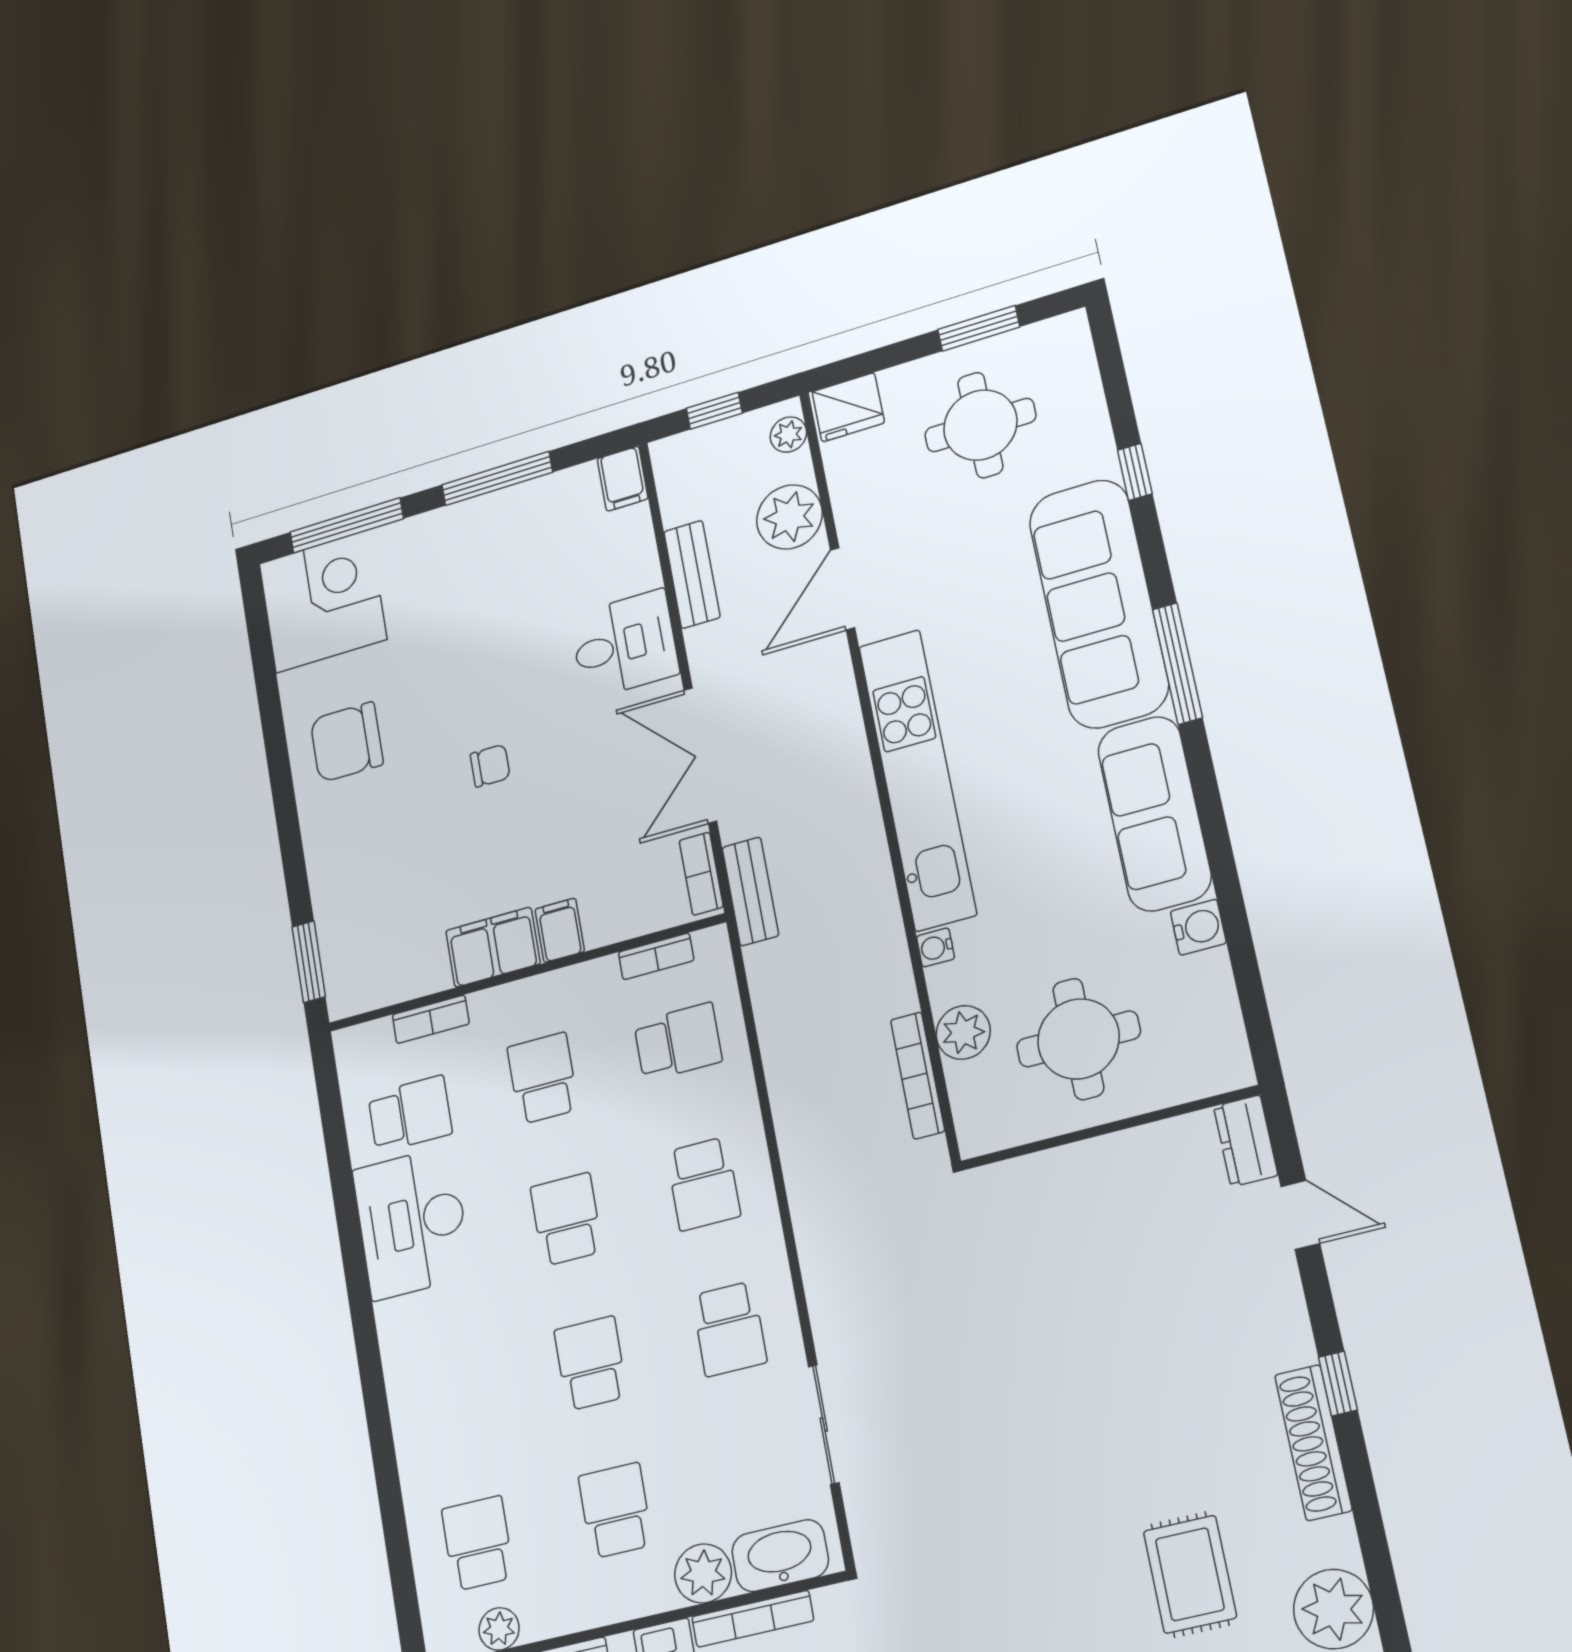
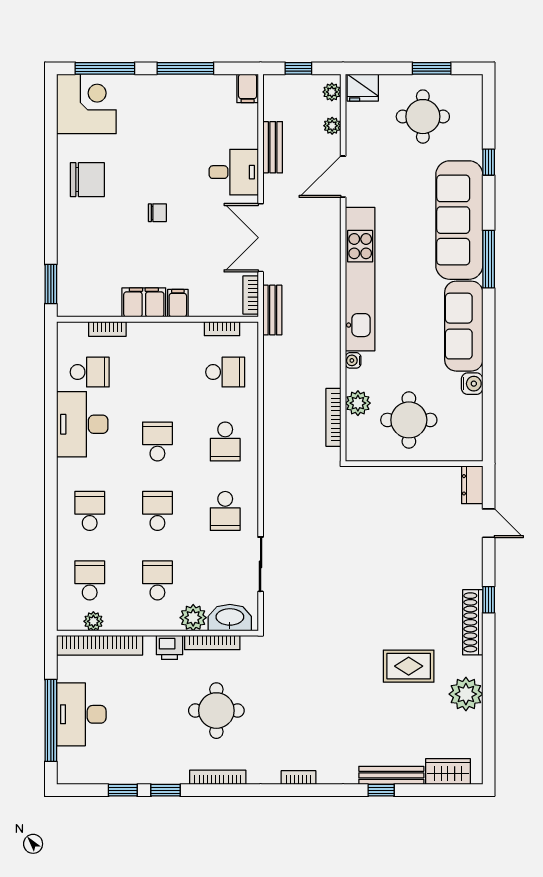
plant: (789, 517) -> (332, 126), width x0.53, depth x0.53
chair: (347, 742) -> (87, 180), turned 180
school desk: (543, 1078) -> (90, 511), moved
rug: (1190, 1574) -> (409, 666), turned 90

